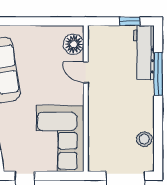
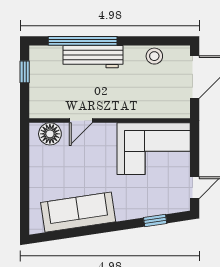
workbench: (144, 53) -> (93, 57), moved
window: (158, 74) -> (83, 41), width x1.46

